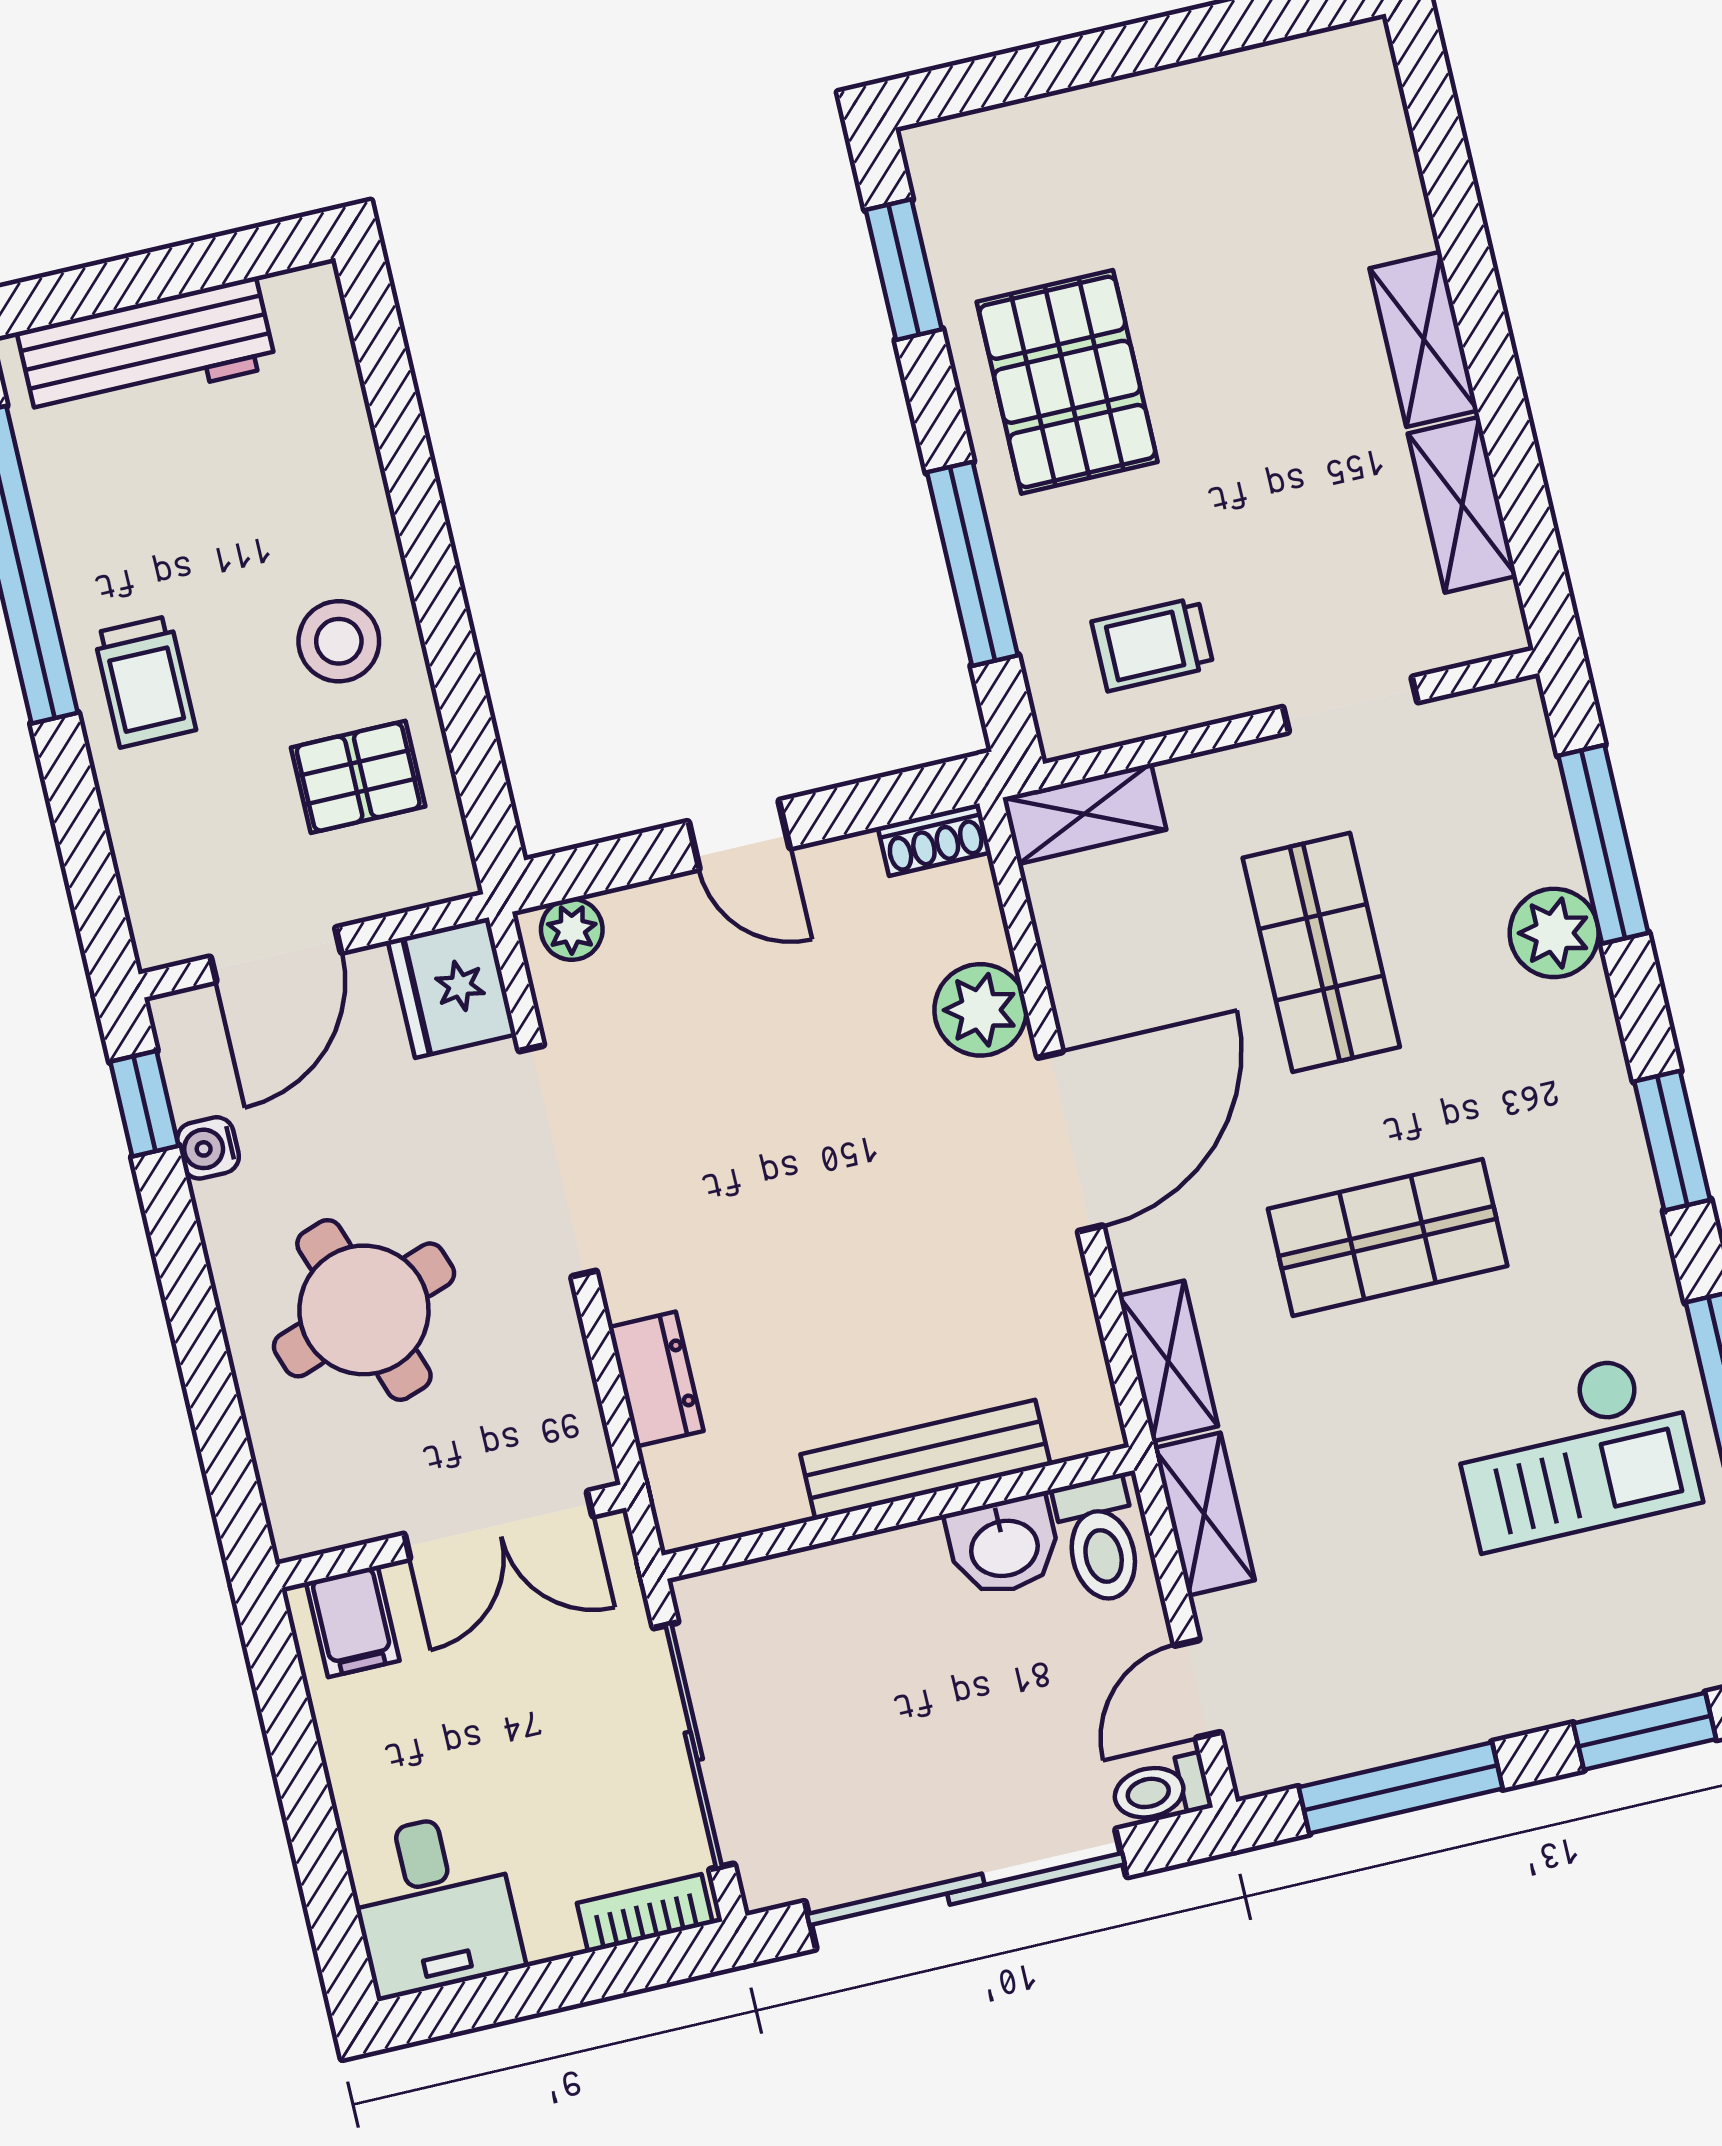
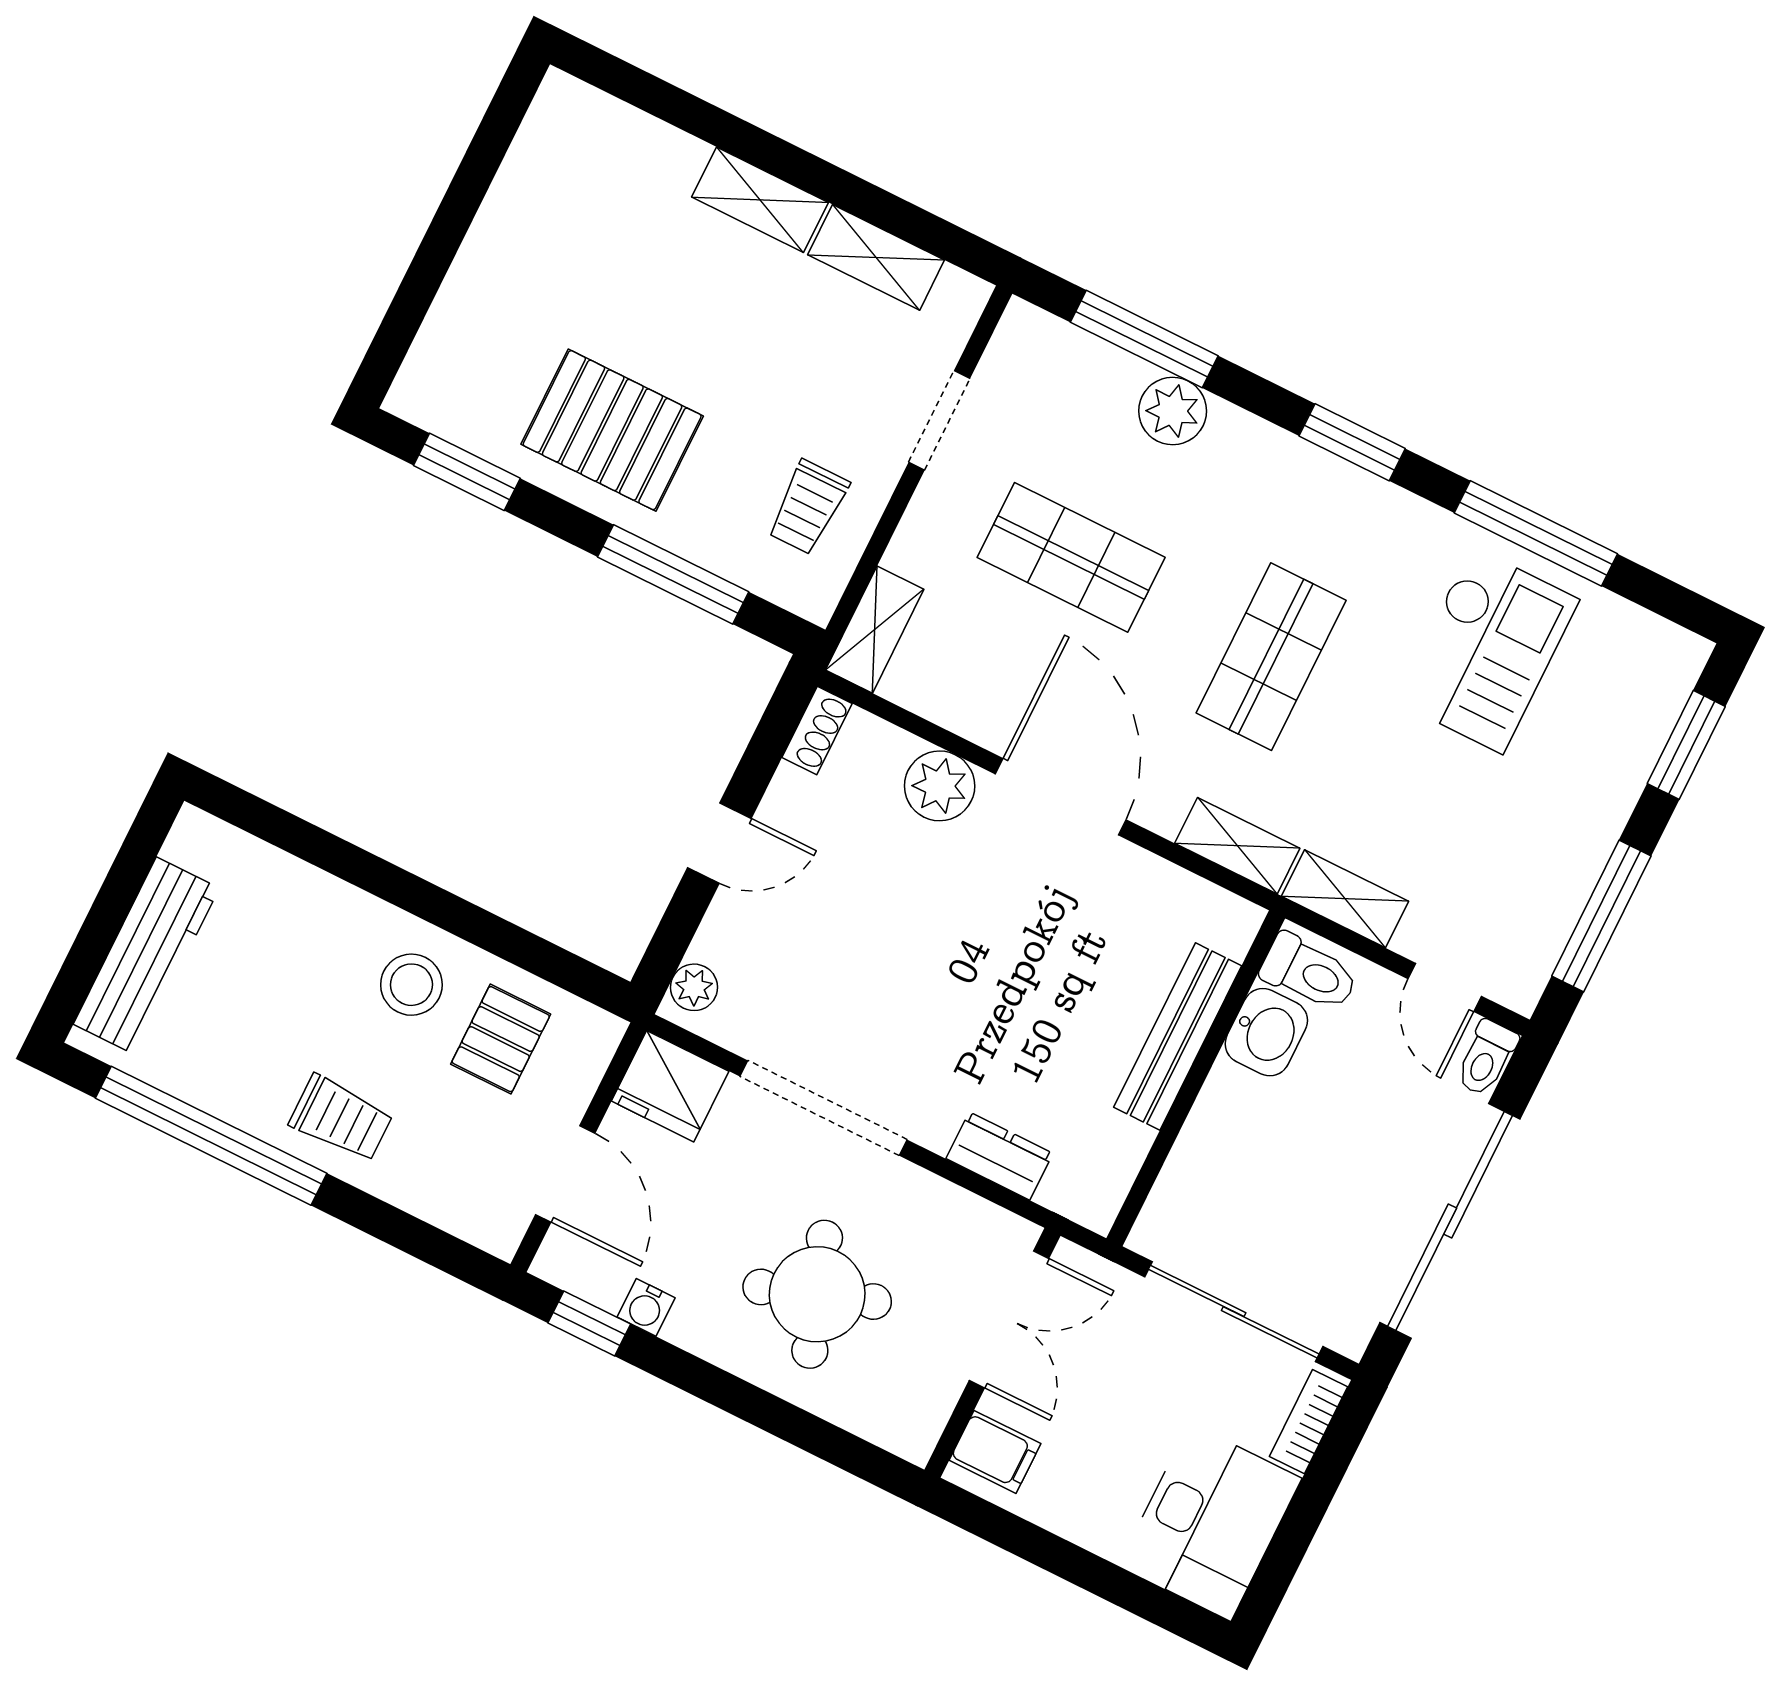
desk: (433, 1904) -> (1210, 1522), width x1.37

